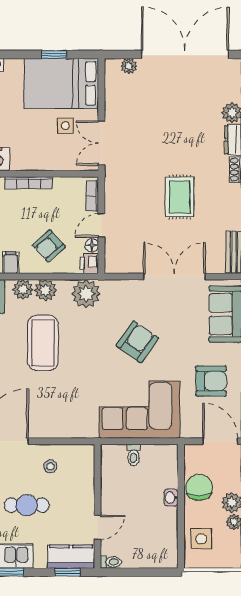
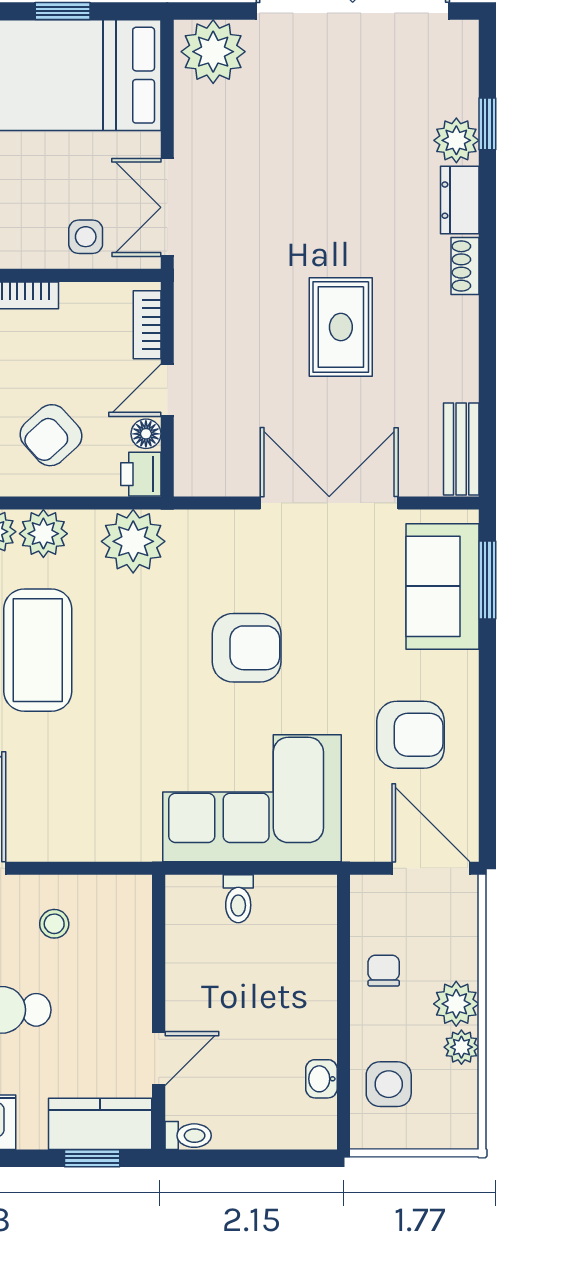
plant: (129, 66) -> (213, 52), width x1.88, depth x1.88
side table: (65, 126) -> (86, 237), moved
armchair: (137, 342) -> (247, 648), turned 55
chair: (199, 488) -> (384, 971), width x0.54, depth x0.54
washbasin: (171, 498) -> (321, 1079), moved

